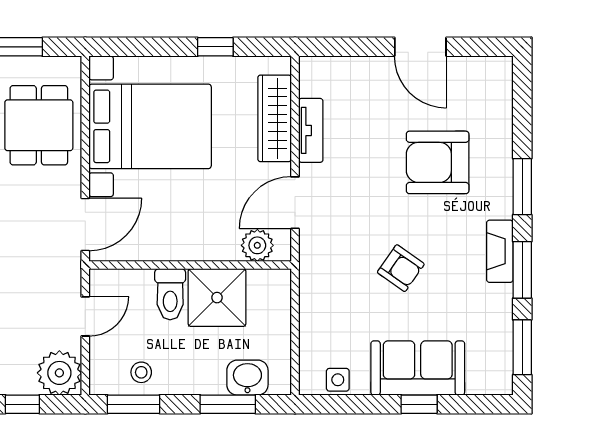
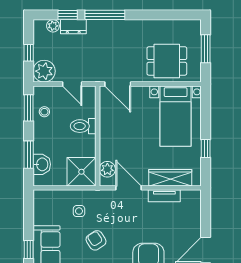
bed with nightstands: (150, 126) -> (176, 116), width x0.73
armchair: (401, 268) -> (96, 240), turned 112
shower: (217, 298) -> (81, 172), moved
side table: (338, 380) -> (79, 211), moved

